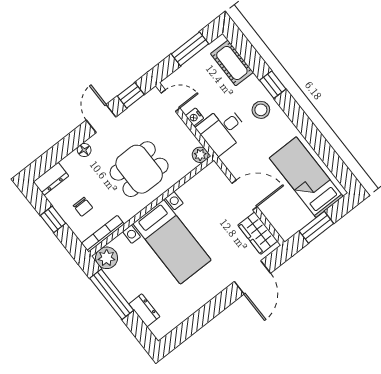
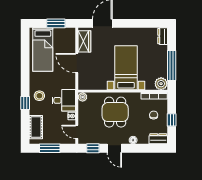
door: (101, 119) -> (114, 148), hinge flipped
dining table: (139, 169) -> (115, 112), turned 90
dresser: (144, 310) -> (163, 36), moved

